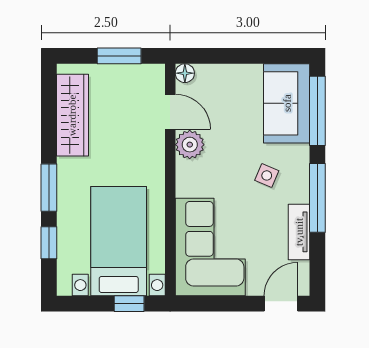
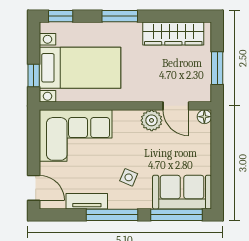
door: (170, 112) -> (176, 106), hinge flipped
window: (49, 243) -> (61, 16), moved

